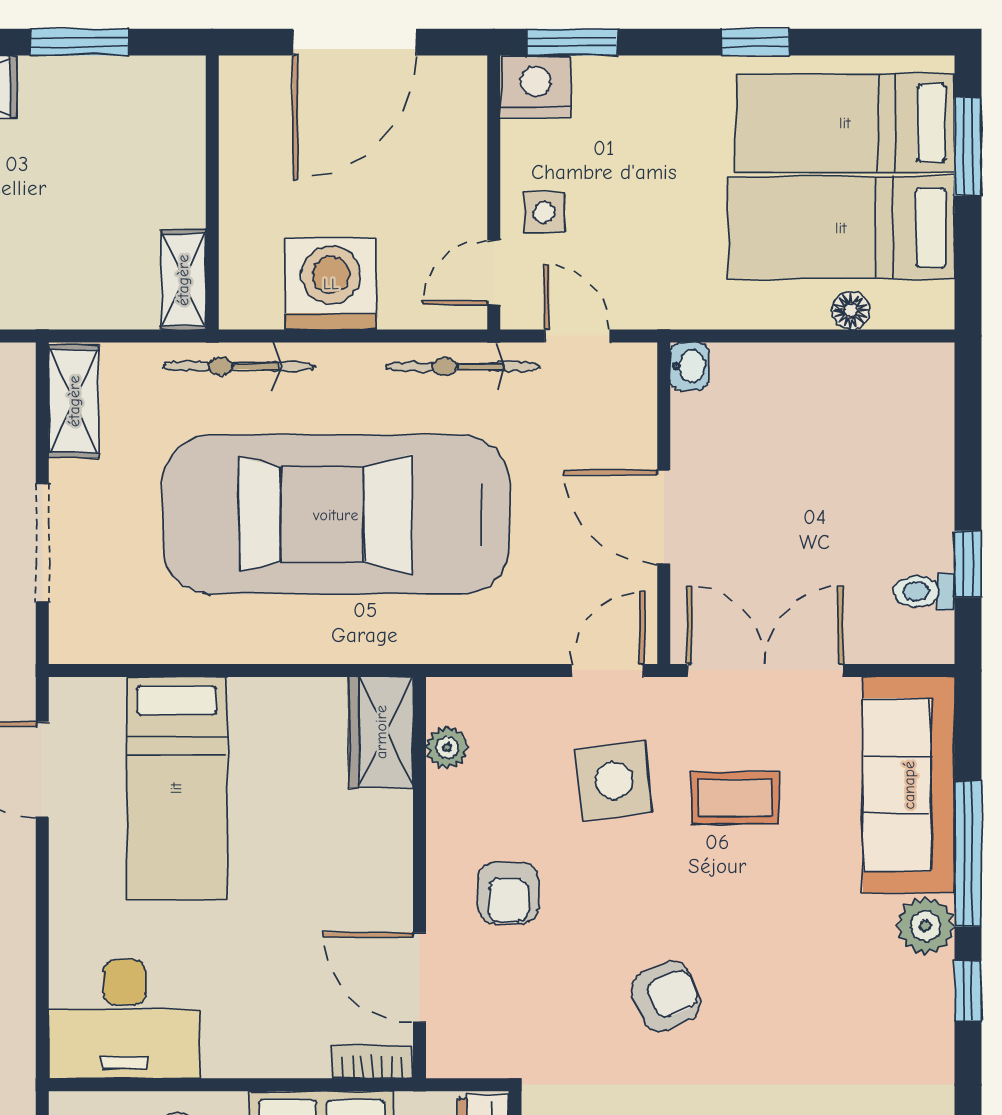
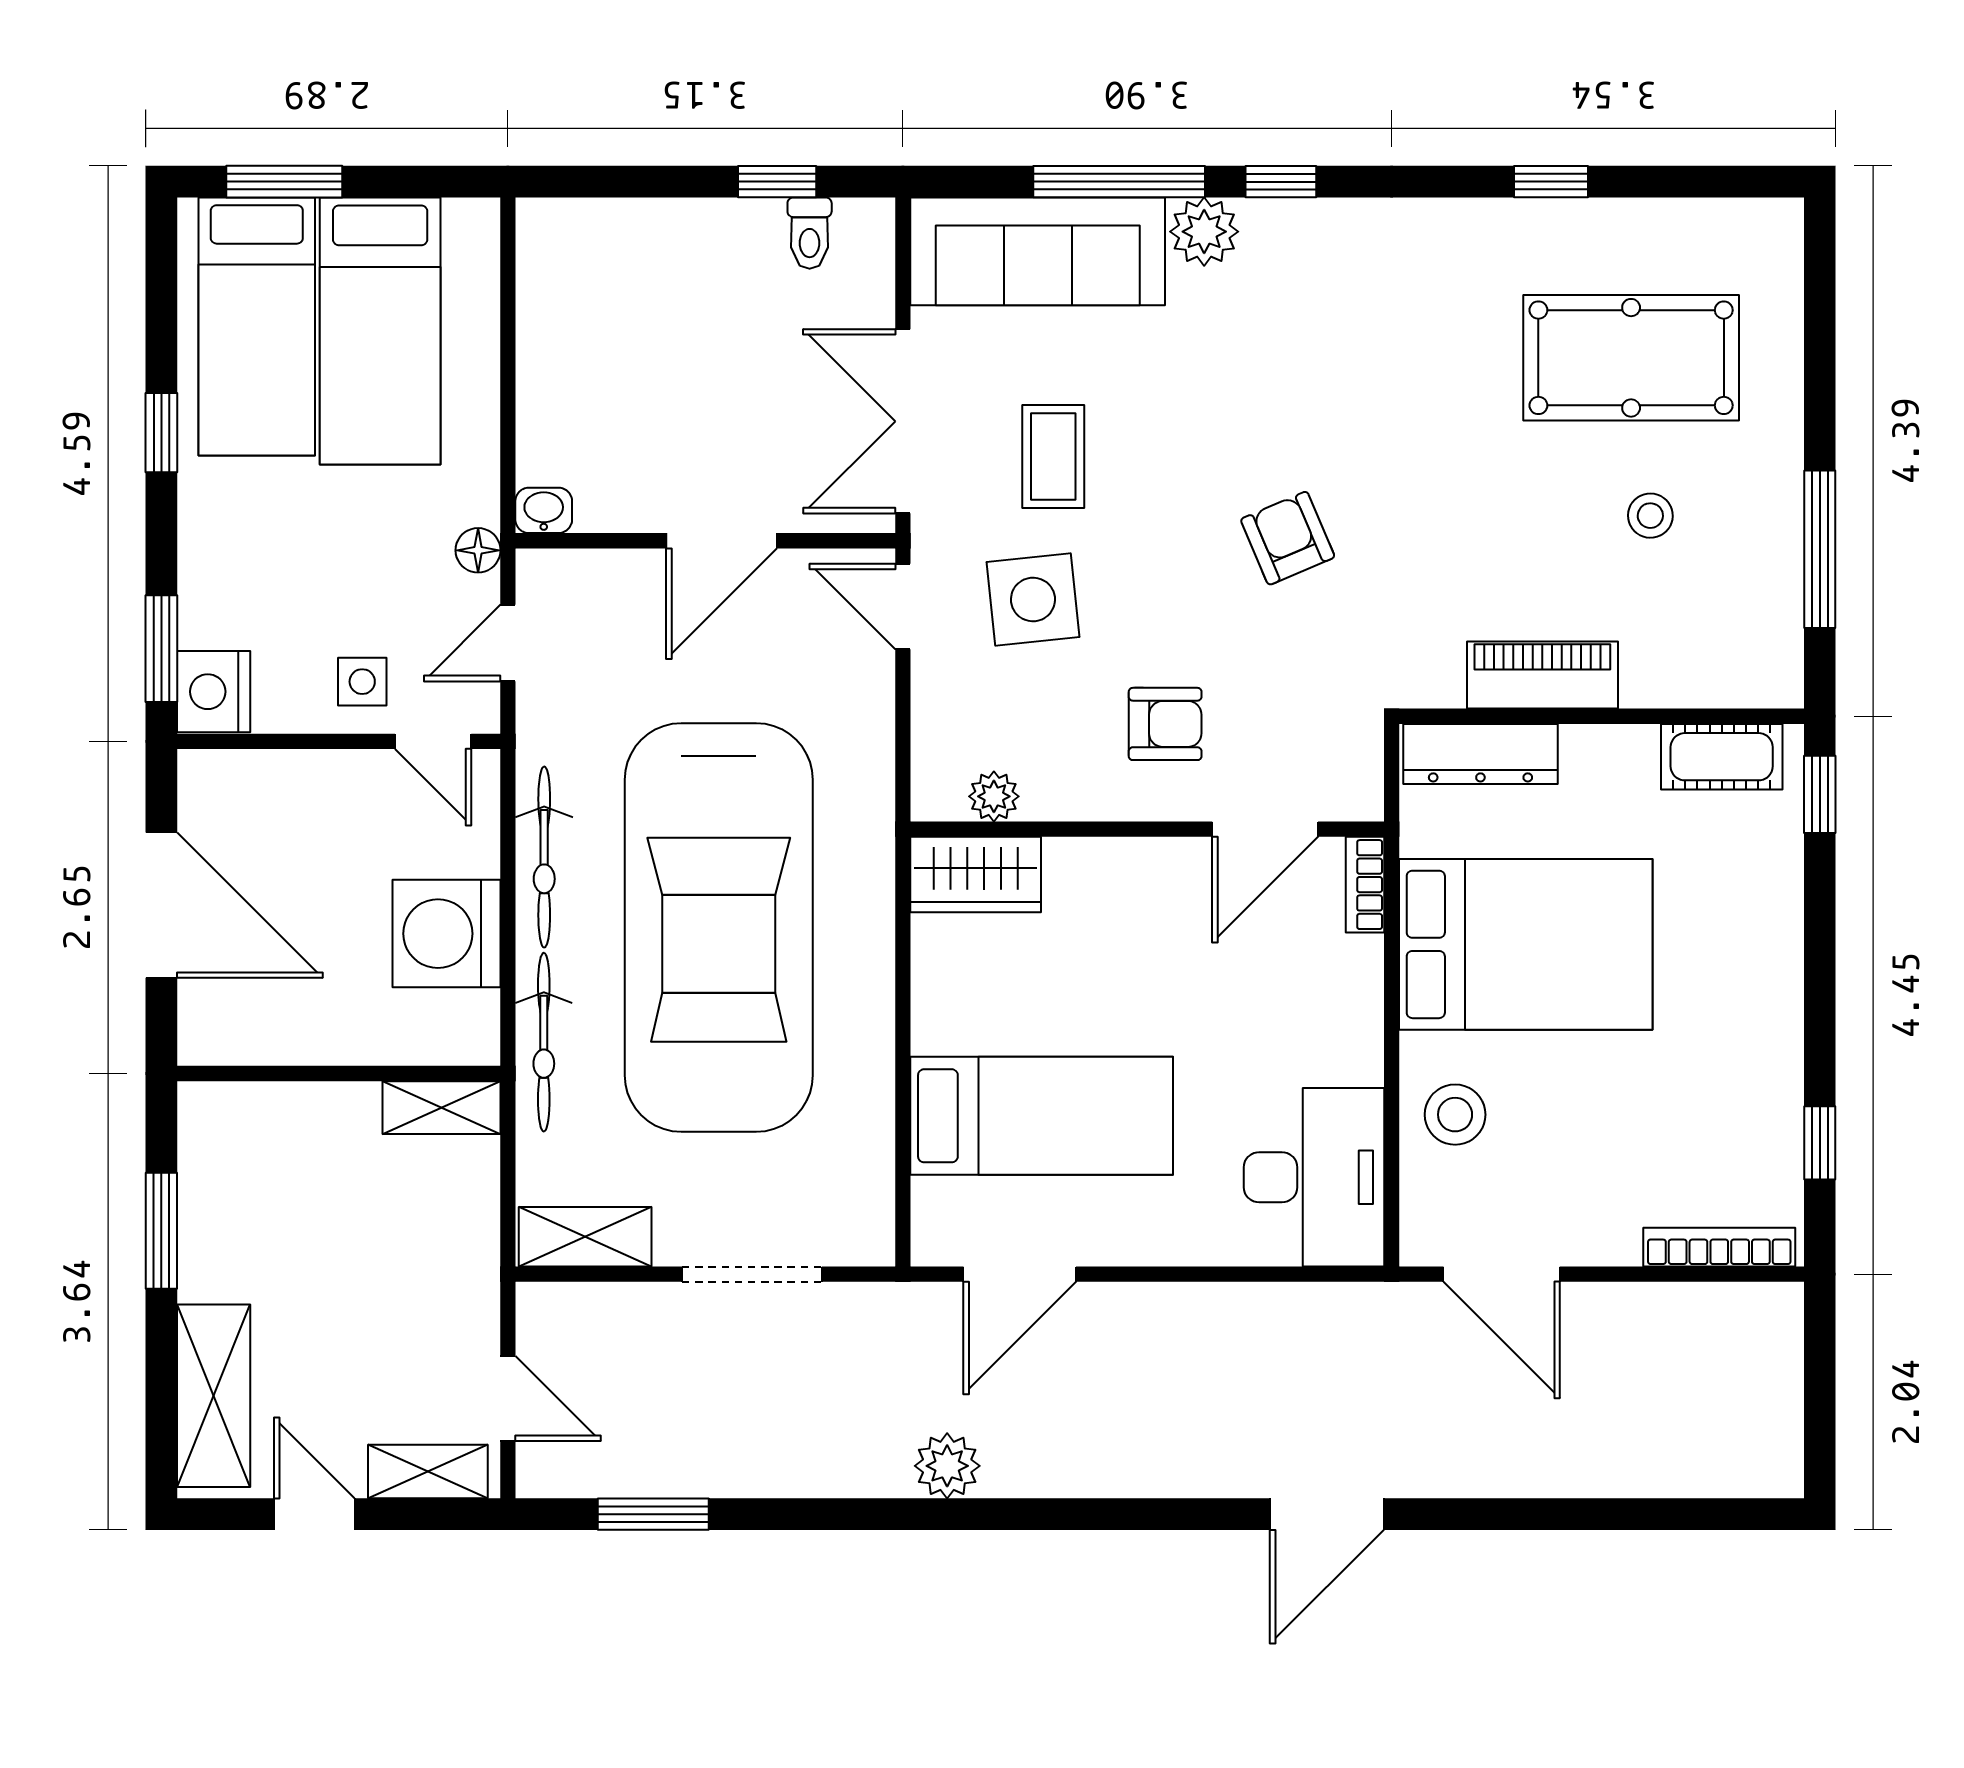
floor lamp: (851, 311) -> (478, 550), moved
bicycle: (463, 367) -> (544, 857), moved

